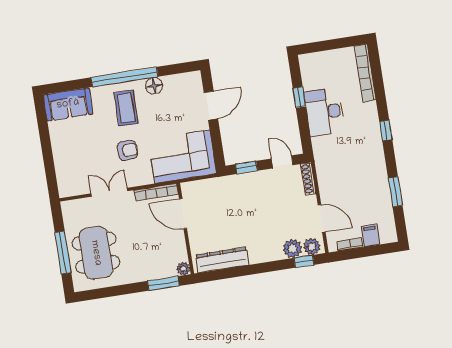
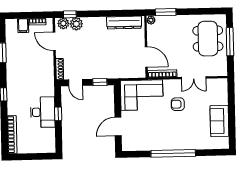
floor lamp: (154, 86) -> (154, 145), removed
window: (299, 97) -> (58, 114), moved
sofa: (68, 104) -> (219, 121), moved, turned -90
coffee table: (126, 108) -> (175, 132), removed

